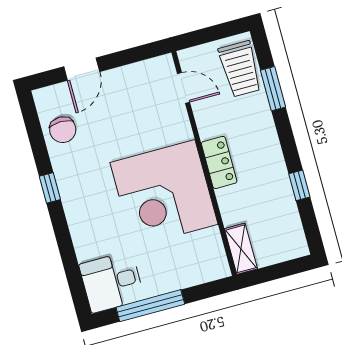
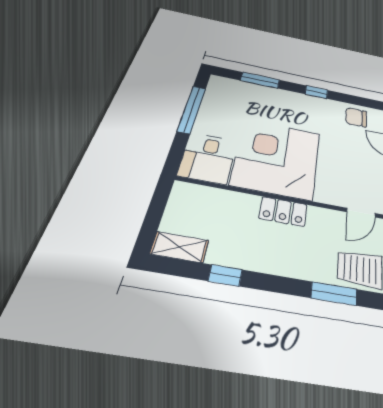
shelving: (241, 249) -> (180, 247), moved
window: (69, 258) -> (260, 80), added
desk: (112, 282) -> (208, 158), moved, turned 180

